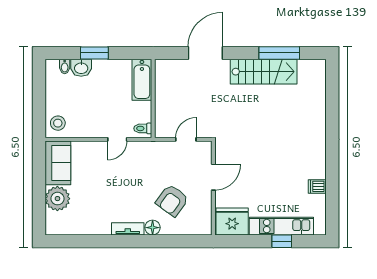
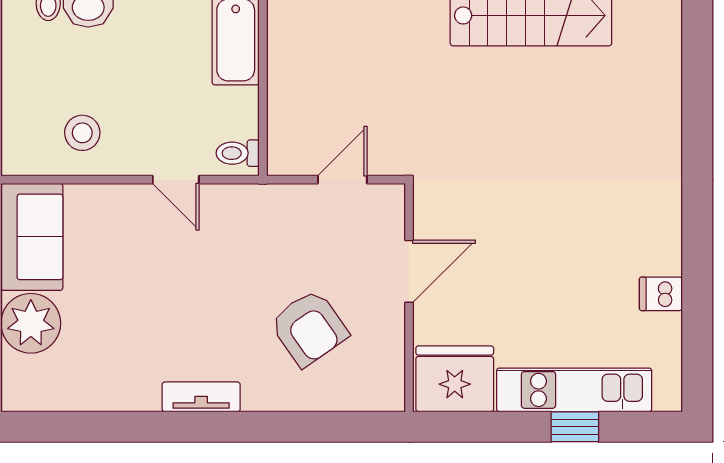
stool: (58, 123) -> (82, 133), moved
door: (117, 139) -> (176, 180), hinge flipped
armchair: (172, 200) -> (309, 328), turned -71
floor lamp: (153, 228) -> (261, 394), removed

